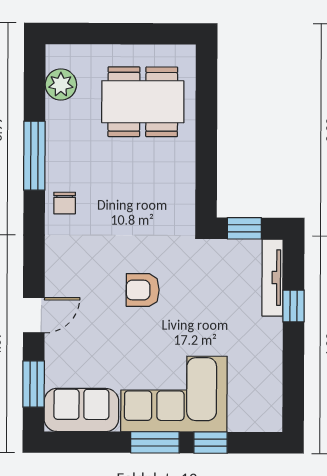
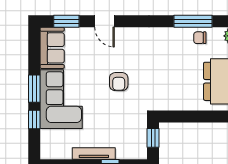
chair: (65, 203) -> (200, 38), moved
tv unit: (273, 278) -> (94, 153), moved
armchair: (143, 290) -> (119, 82), turned 180

